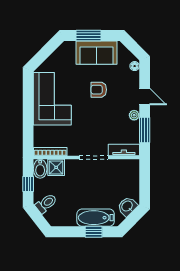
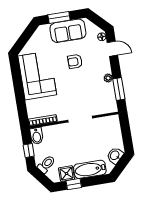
door: (145, 97) -> (112, 49), moved
tv unit: (124, 150) -> (104, 109), removed
shower: (56, 167) -> (66, 174), moved
window: (94, 232) -> (74, 184), moved

